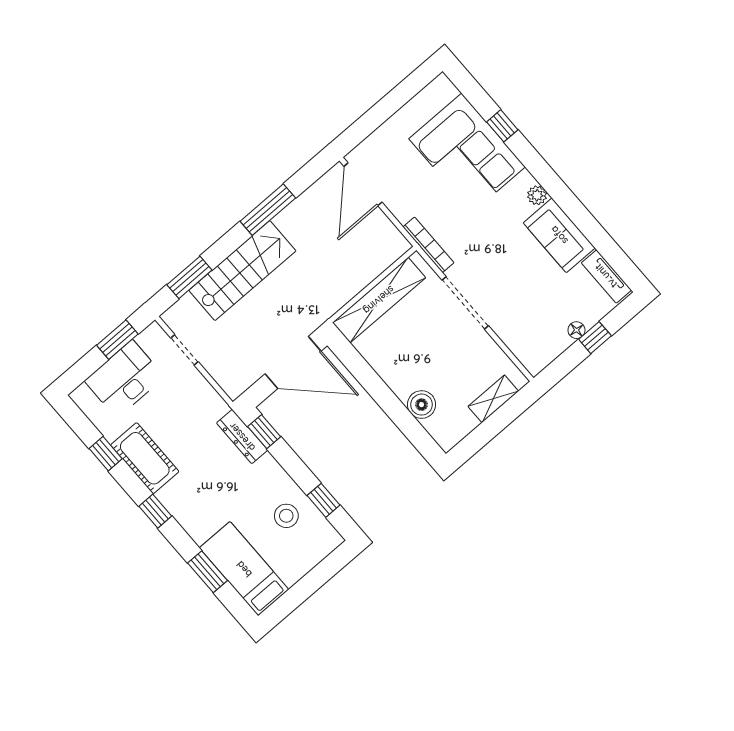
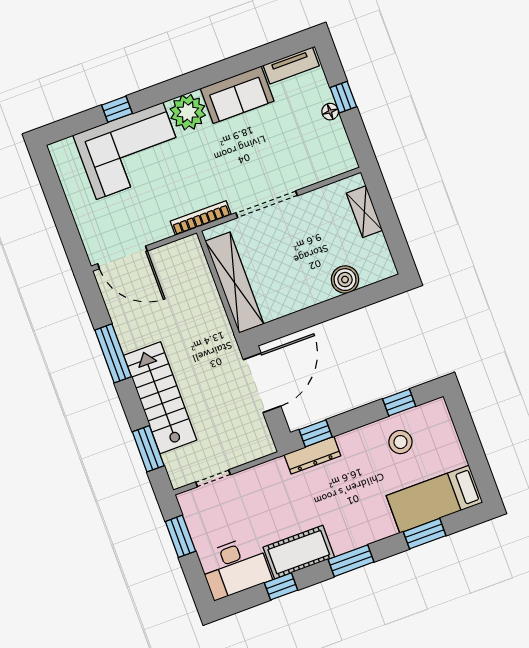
plant: (537, 195) -> (188, 112), width x1.87, depth x1.87
desk: (124, 379) -> (235, 567), moved, turned -90
window: (155, 511) -> (351, 561), width x1.50

